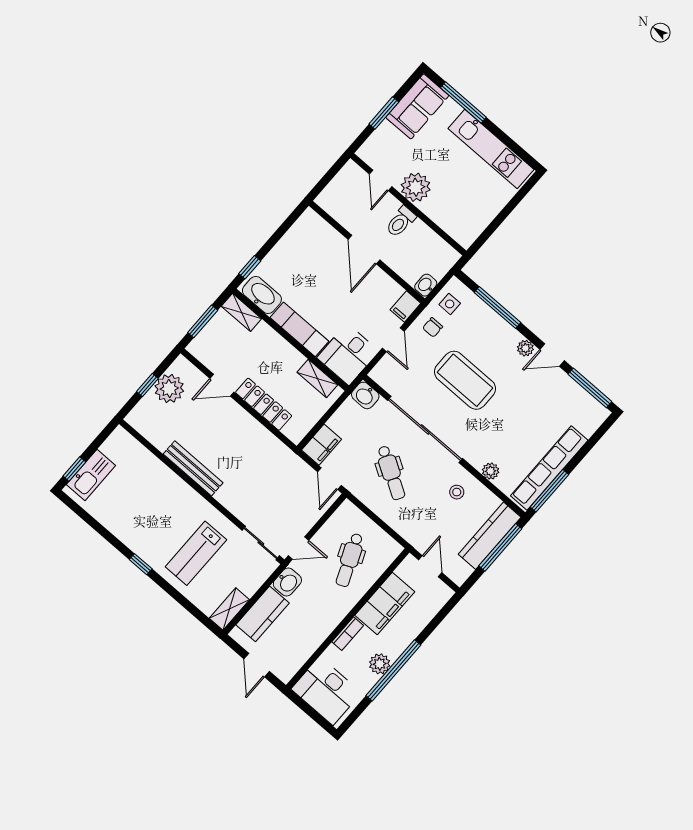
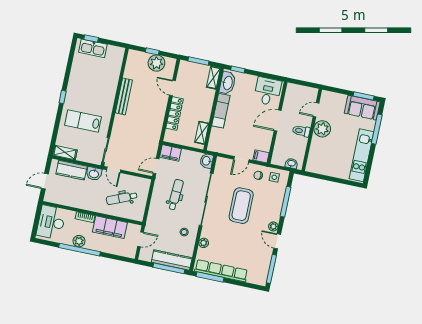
window: (384, 113) -> (364, 96), moved
washbasin: (426, 285) -> (291, 163), moved
desk: (348, 354) -> (268, 91), moved, turned 90
dental chair: (391, 473) -> (176, 195), turned 152

